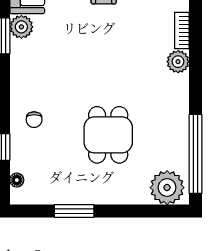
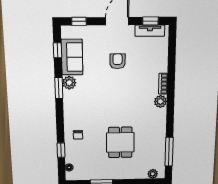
window: (196, 154) -> (169, 152), width x0.68
plant: (167, 188) -> (153, 174), width x0.53, depth x0.53

